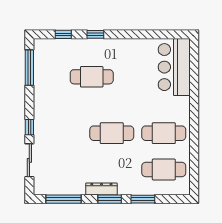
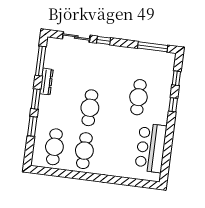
bar counter: (174, 67) -> (151, 148), moved, turned -90
dresser: (101, 189) -> (46, 82), moved

